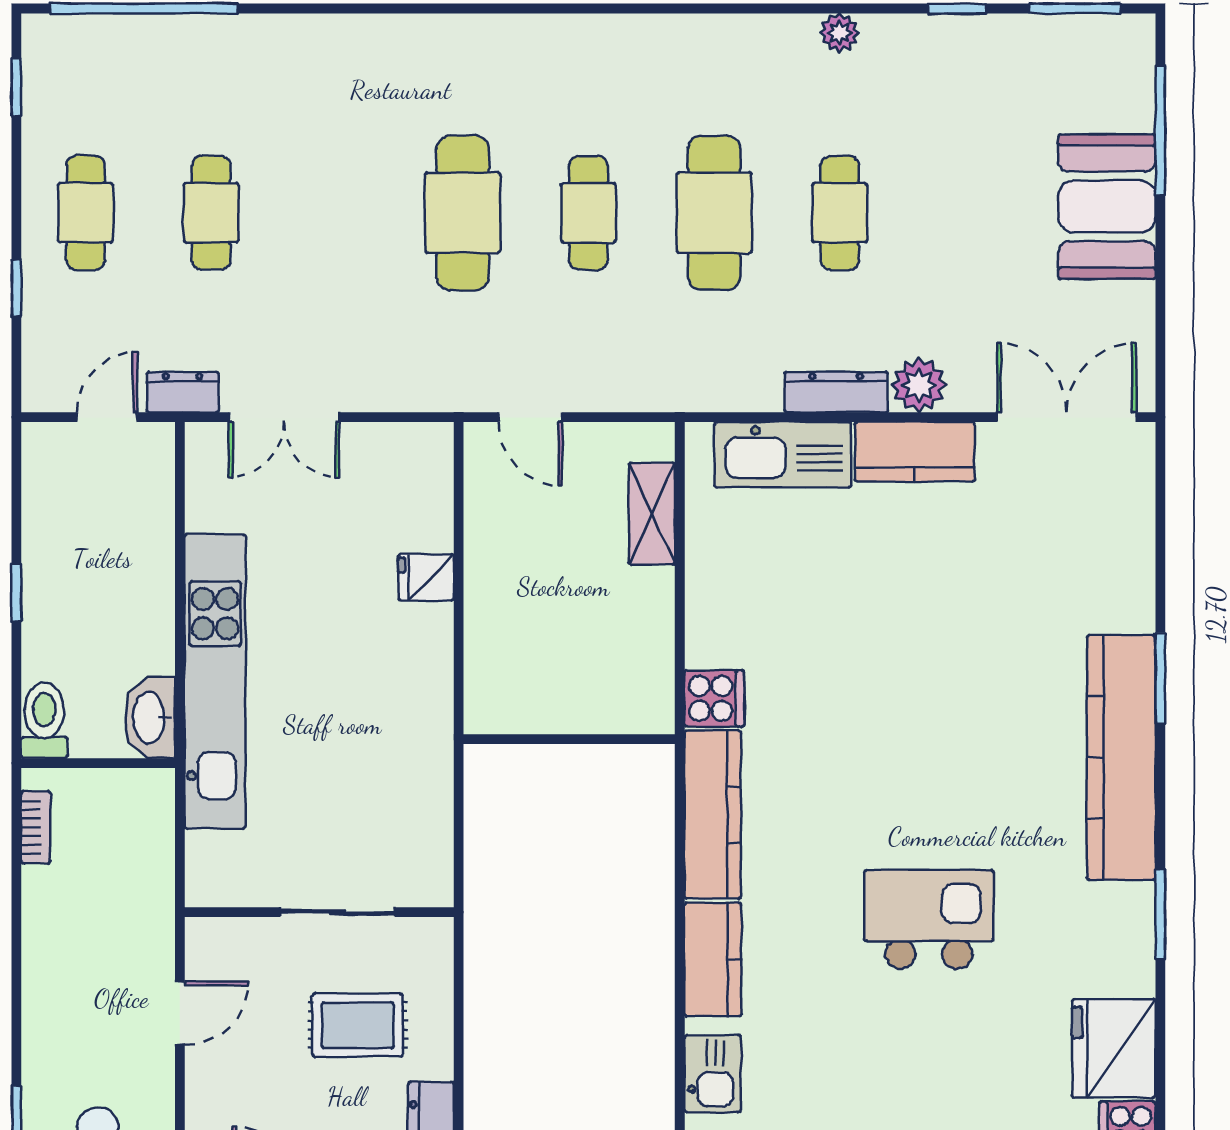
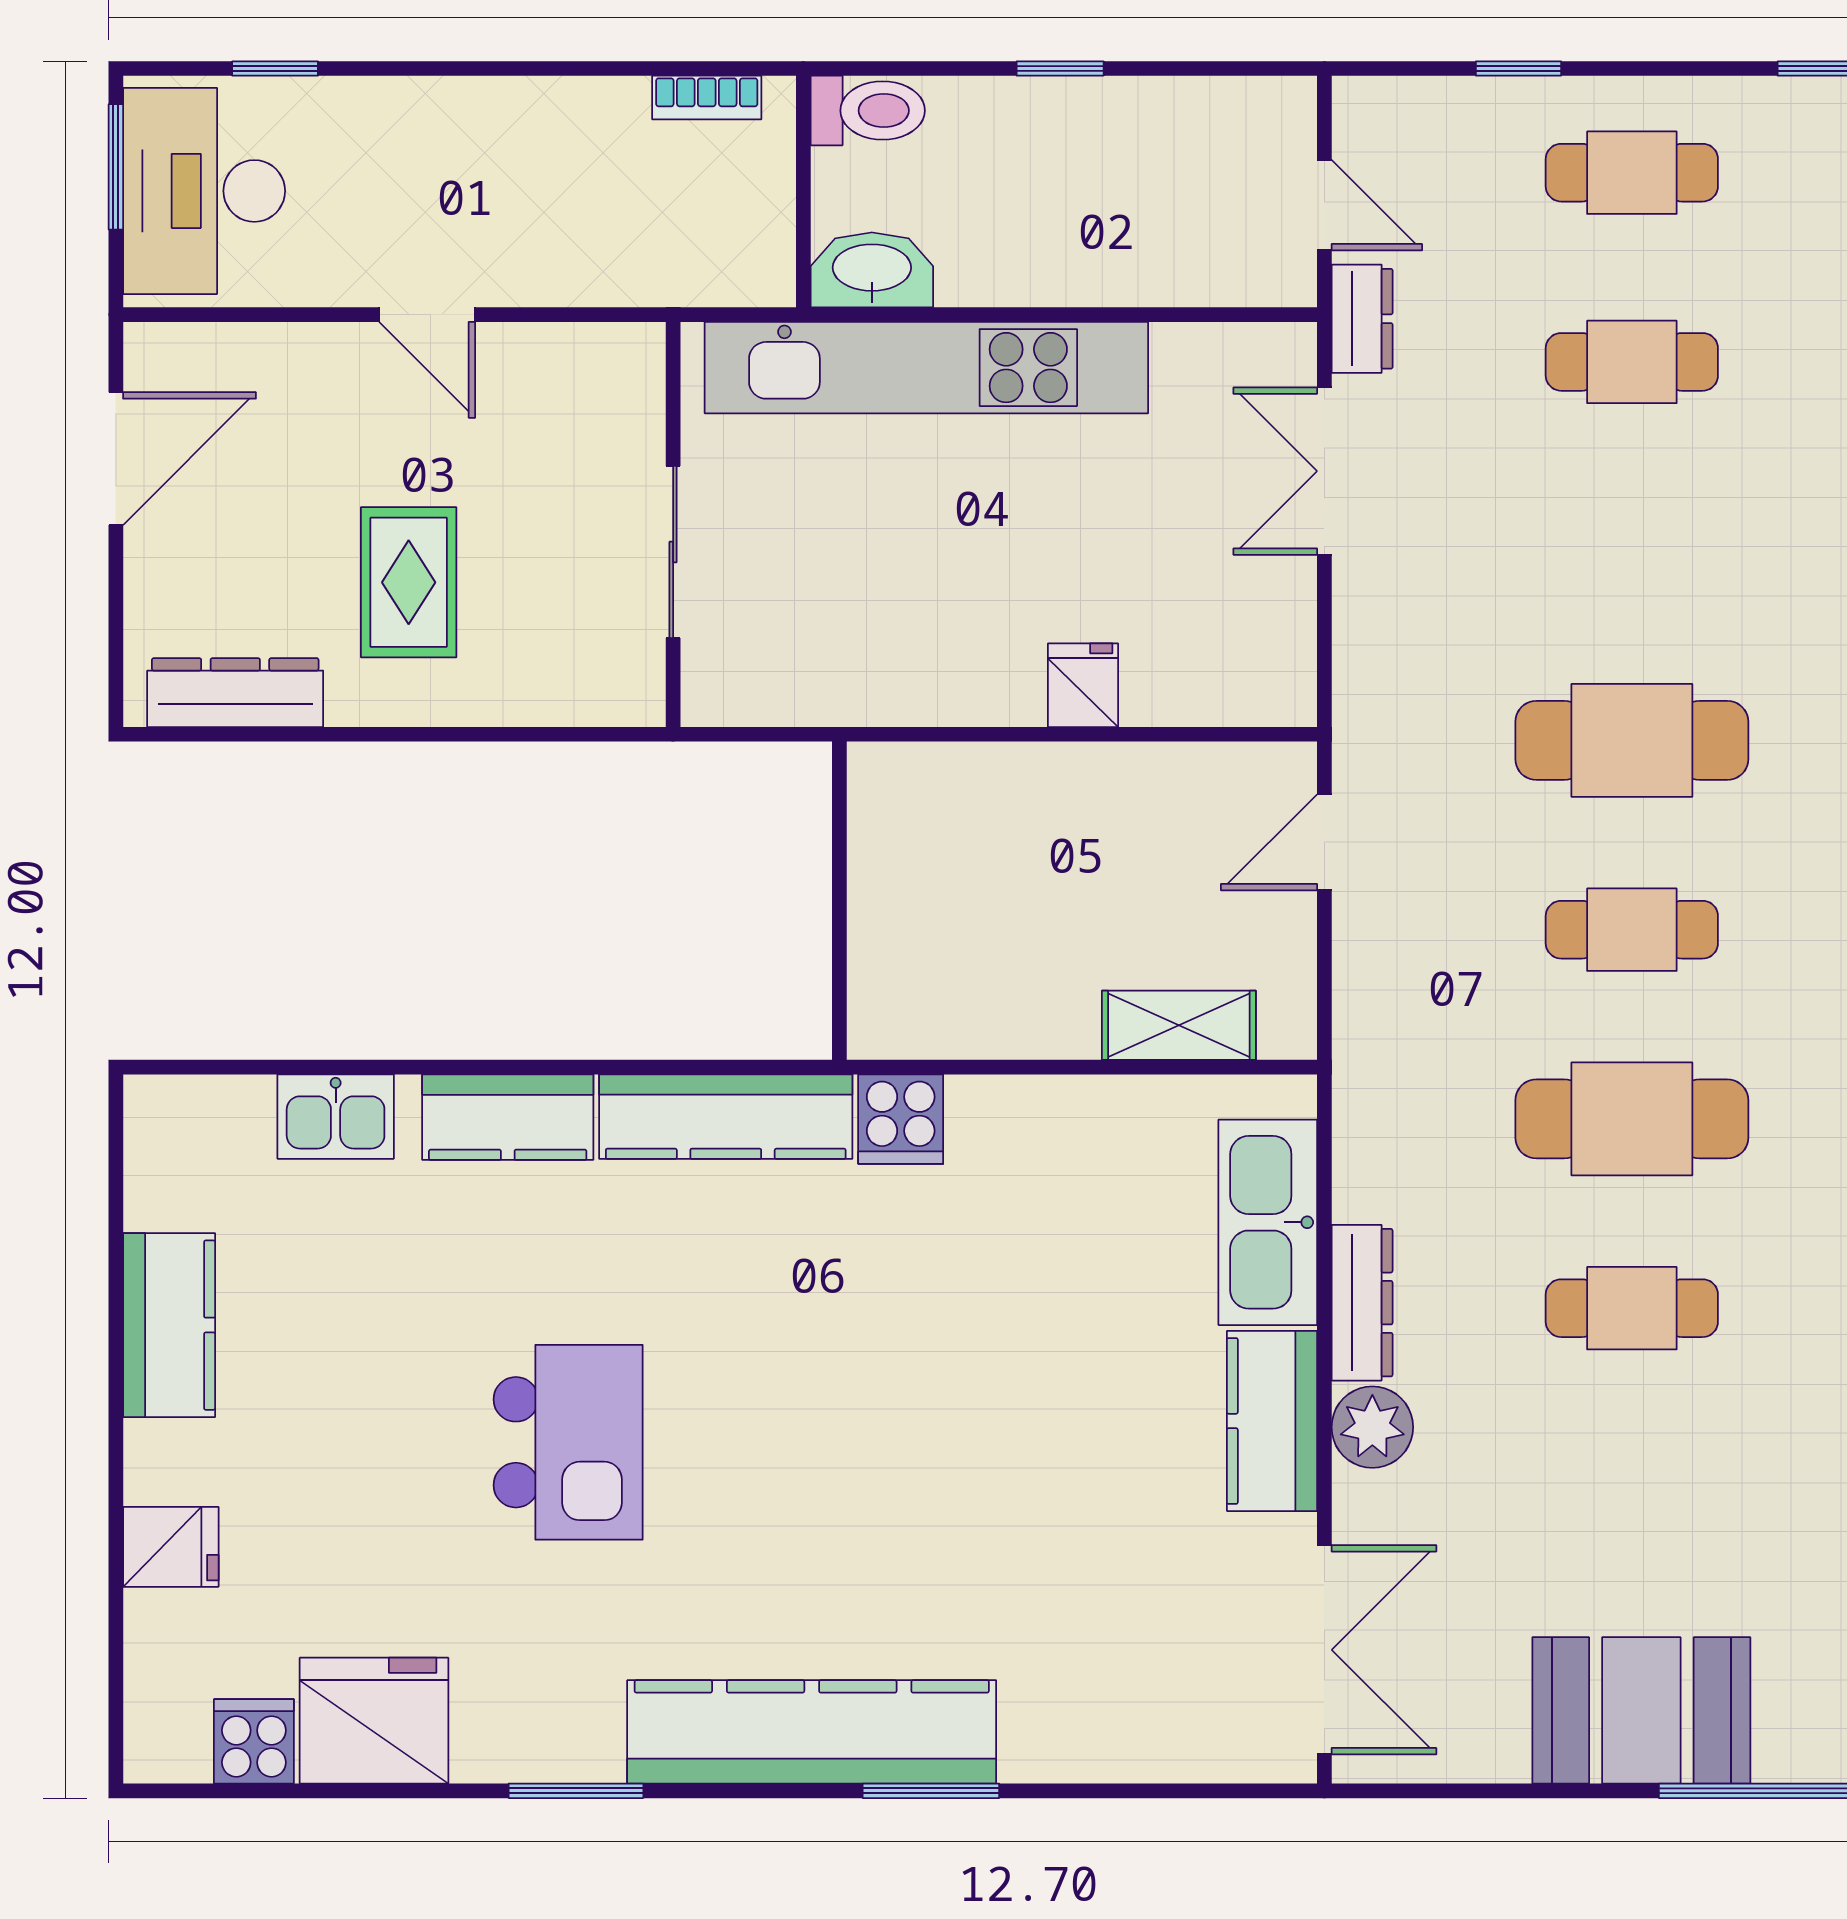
wall: (319, 912) -> (673, 524), moved
sliding door: (338, 912) -> (673, 552), moved

